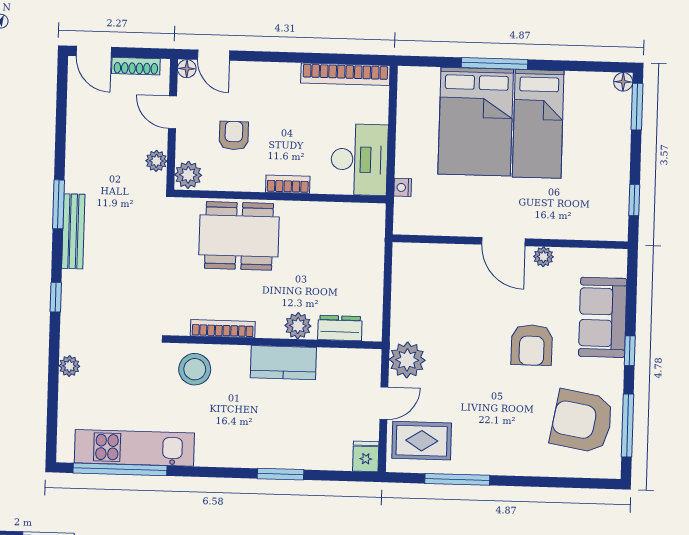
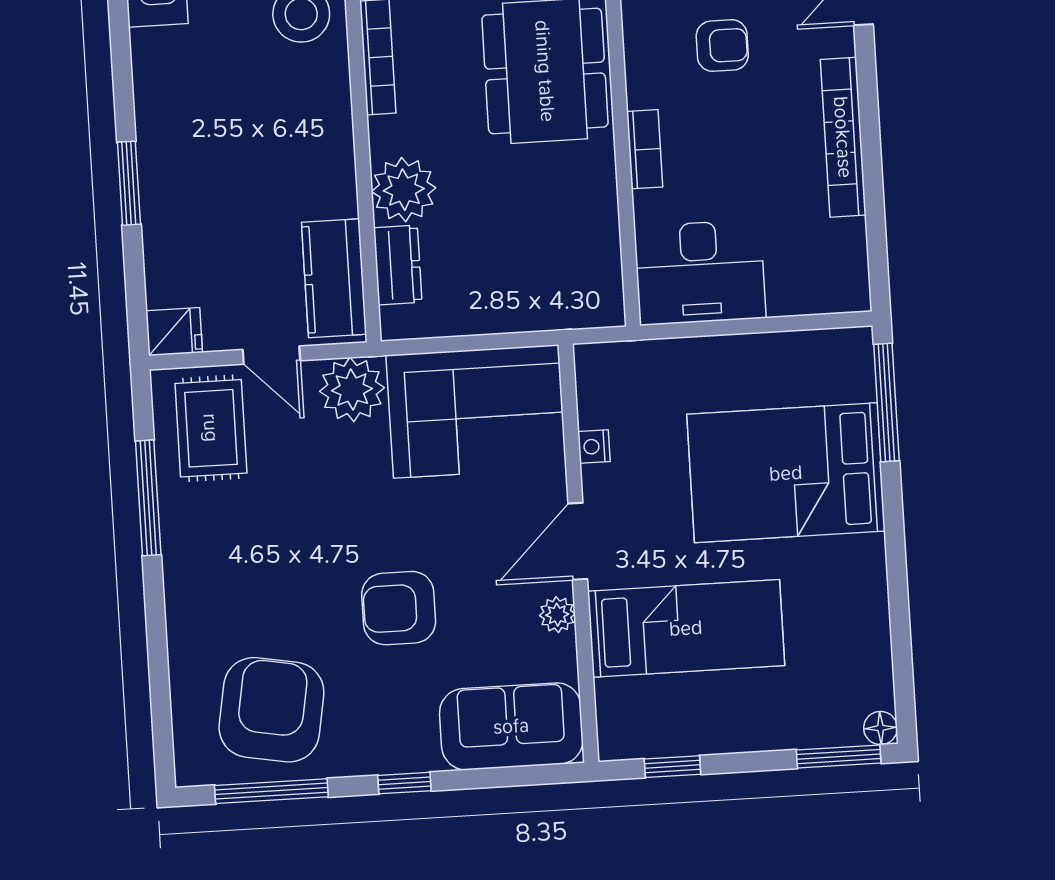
window: (494, 63) -> (886, 403), moved
bookcase: (345, 74) -> (843, 137), moved
bed: (538, 124) -> (686, 628), moved, turned 180
nightstand: (403, 187) -> (594, 447), moved, turned -90
corner sofa: (426, 292) -> (476, 411), added
sofa: (603, 317) -> (511, 726), moved
plant: (298, 326) -> (404, 190), width x1.36, depth x1.36
kitchen counter: (283, 363) -> (334, 278), moved

